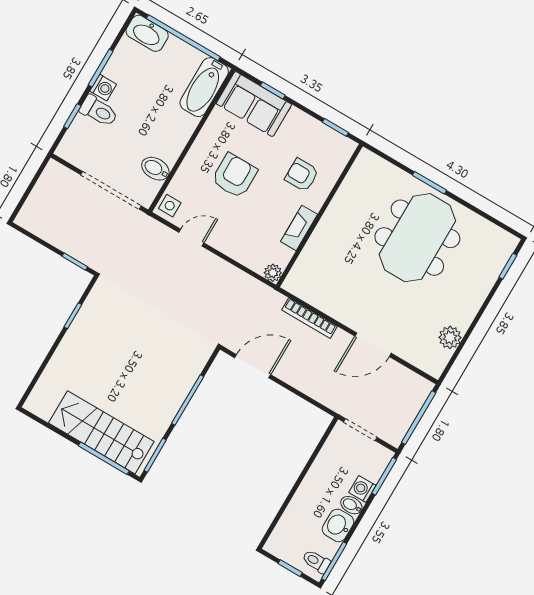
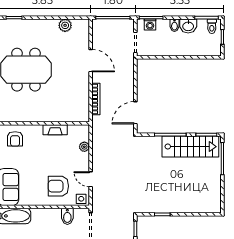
armchair: (302, 175) -> (15, 139), moved
armchair: (234, 176) -> (58, 186), moved
plant: (273, 273) -> (84, 147), moved
door: (253, 366) -> (135, 113), hinge flipped
stairs: (101, 432) -> (190, 147), moved, turned -90
washing machine: (362, 489) -> (150, 25), moved

